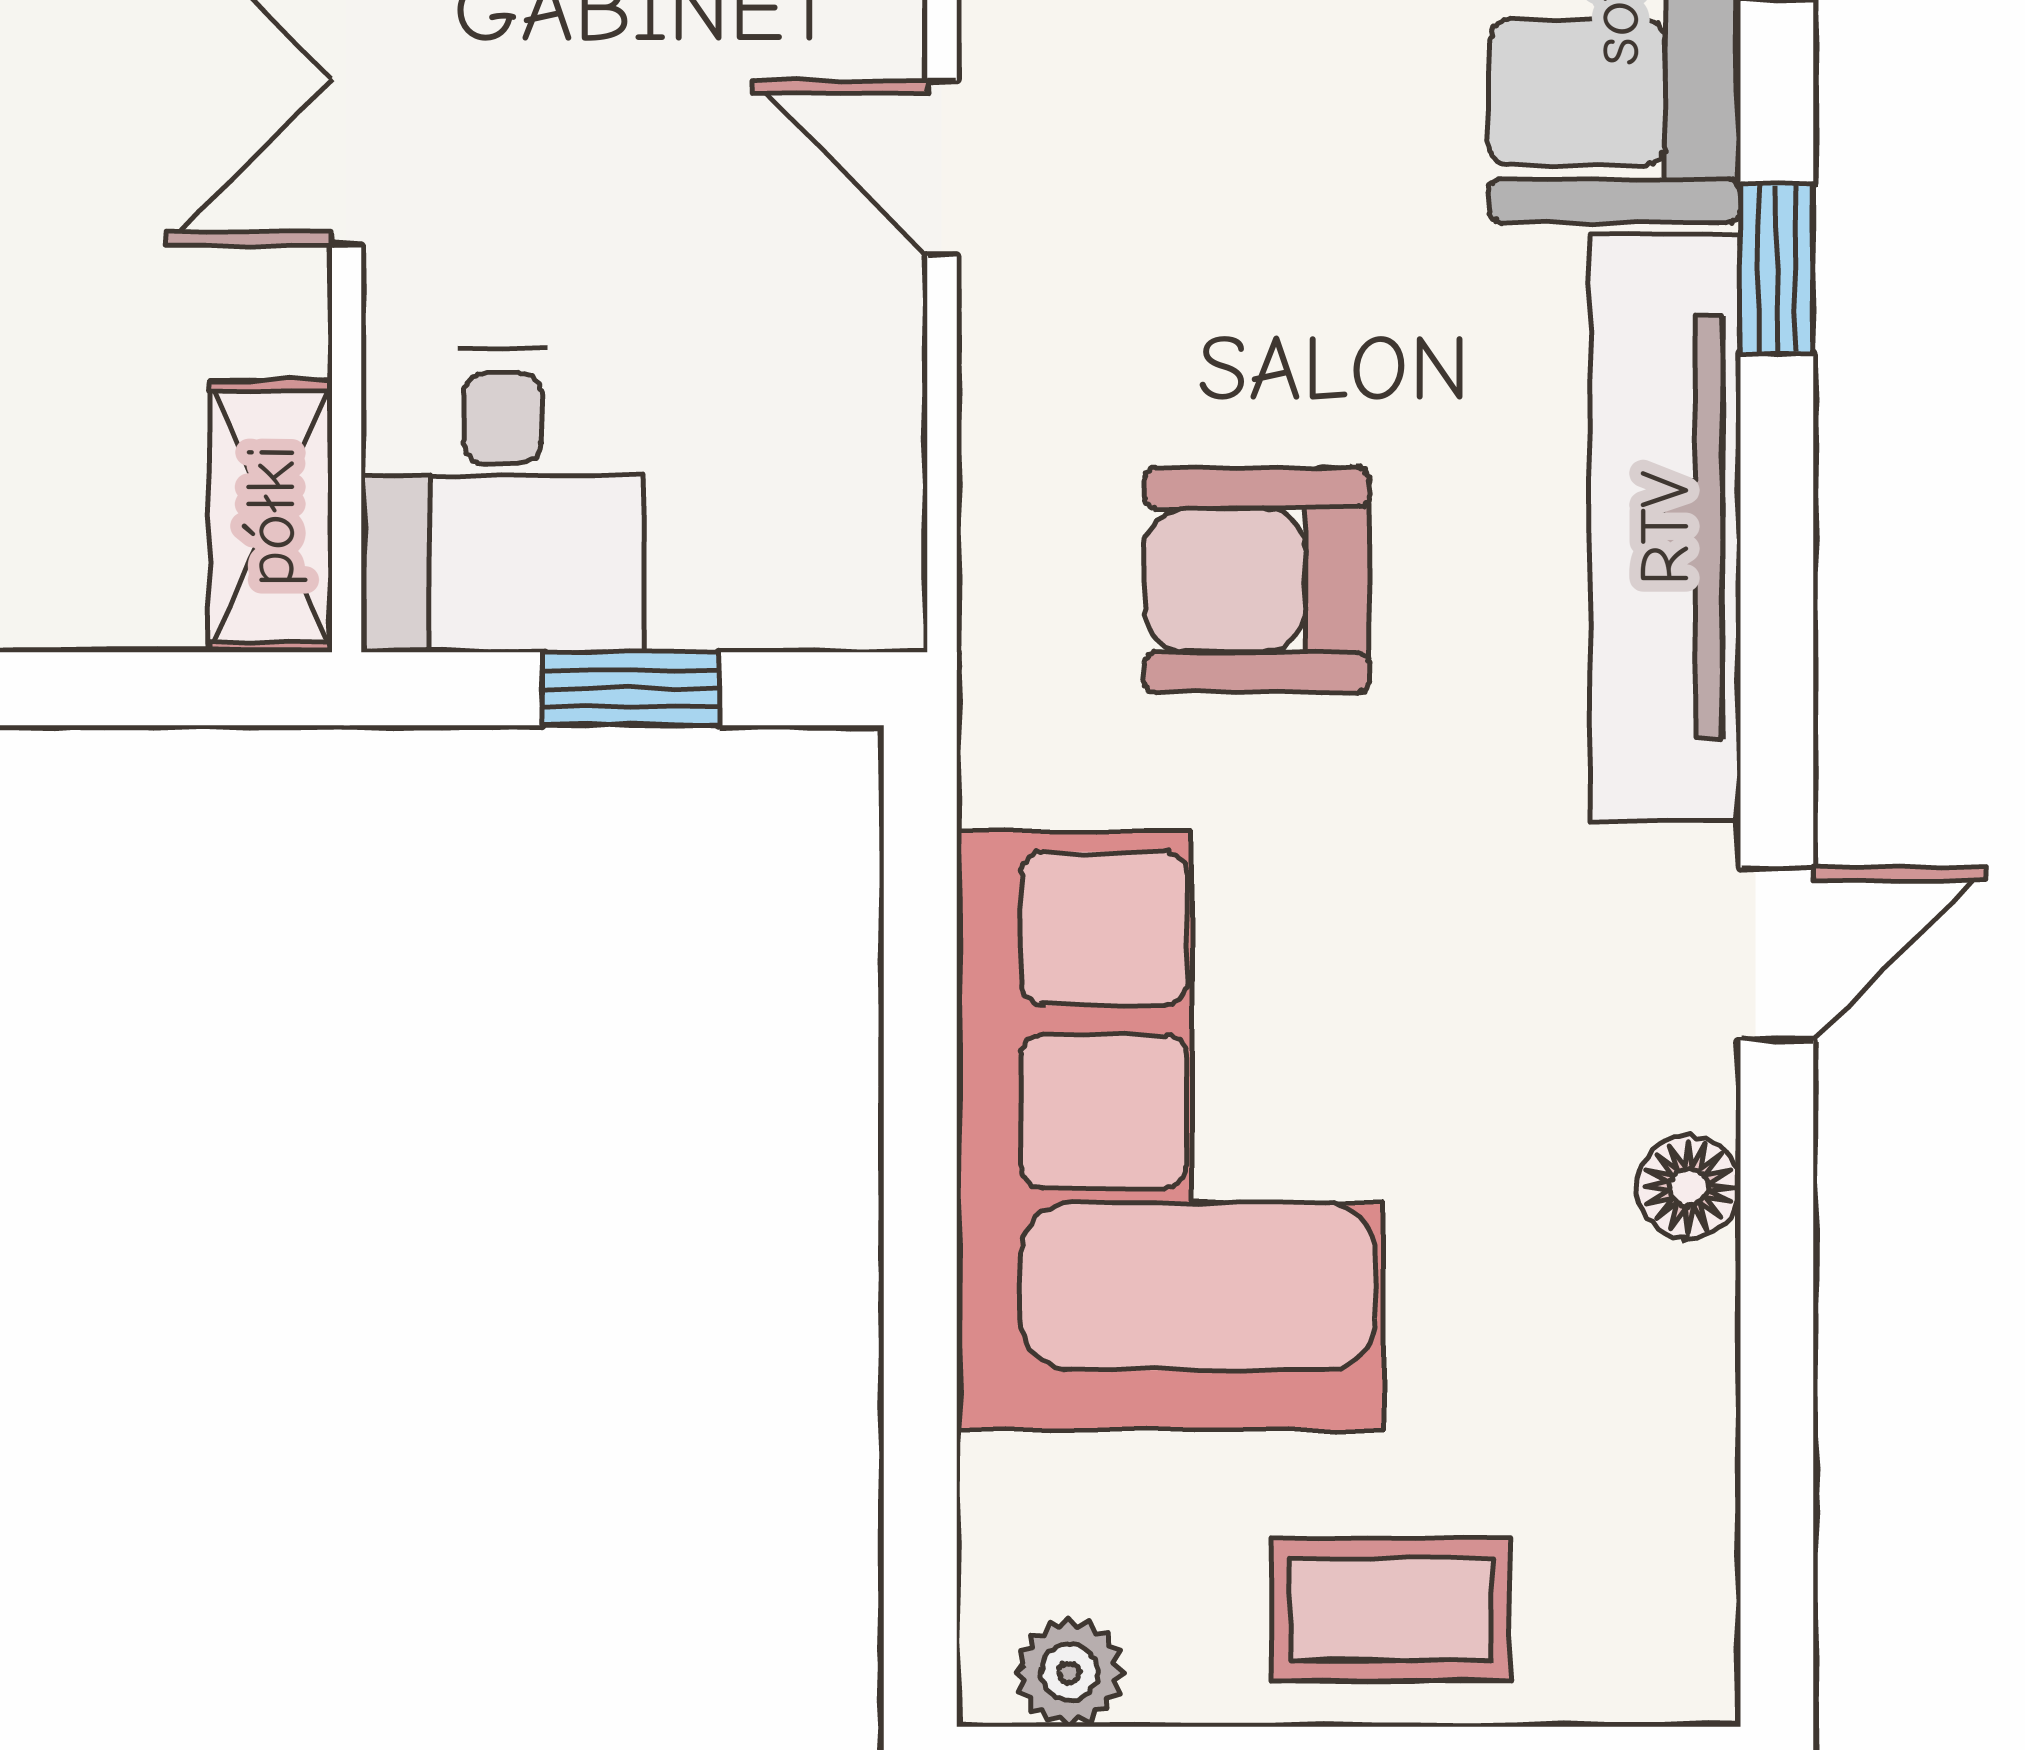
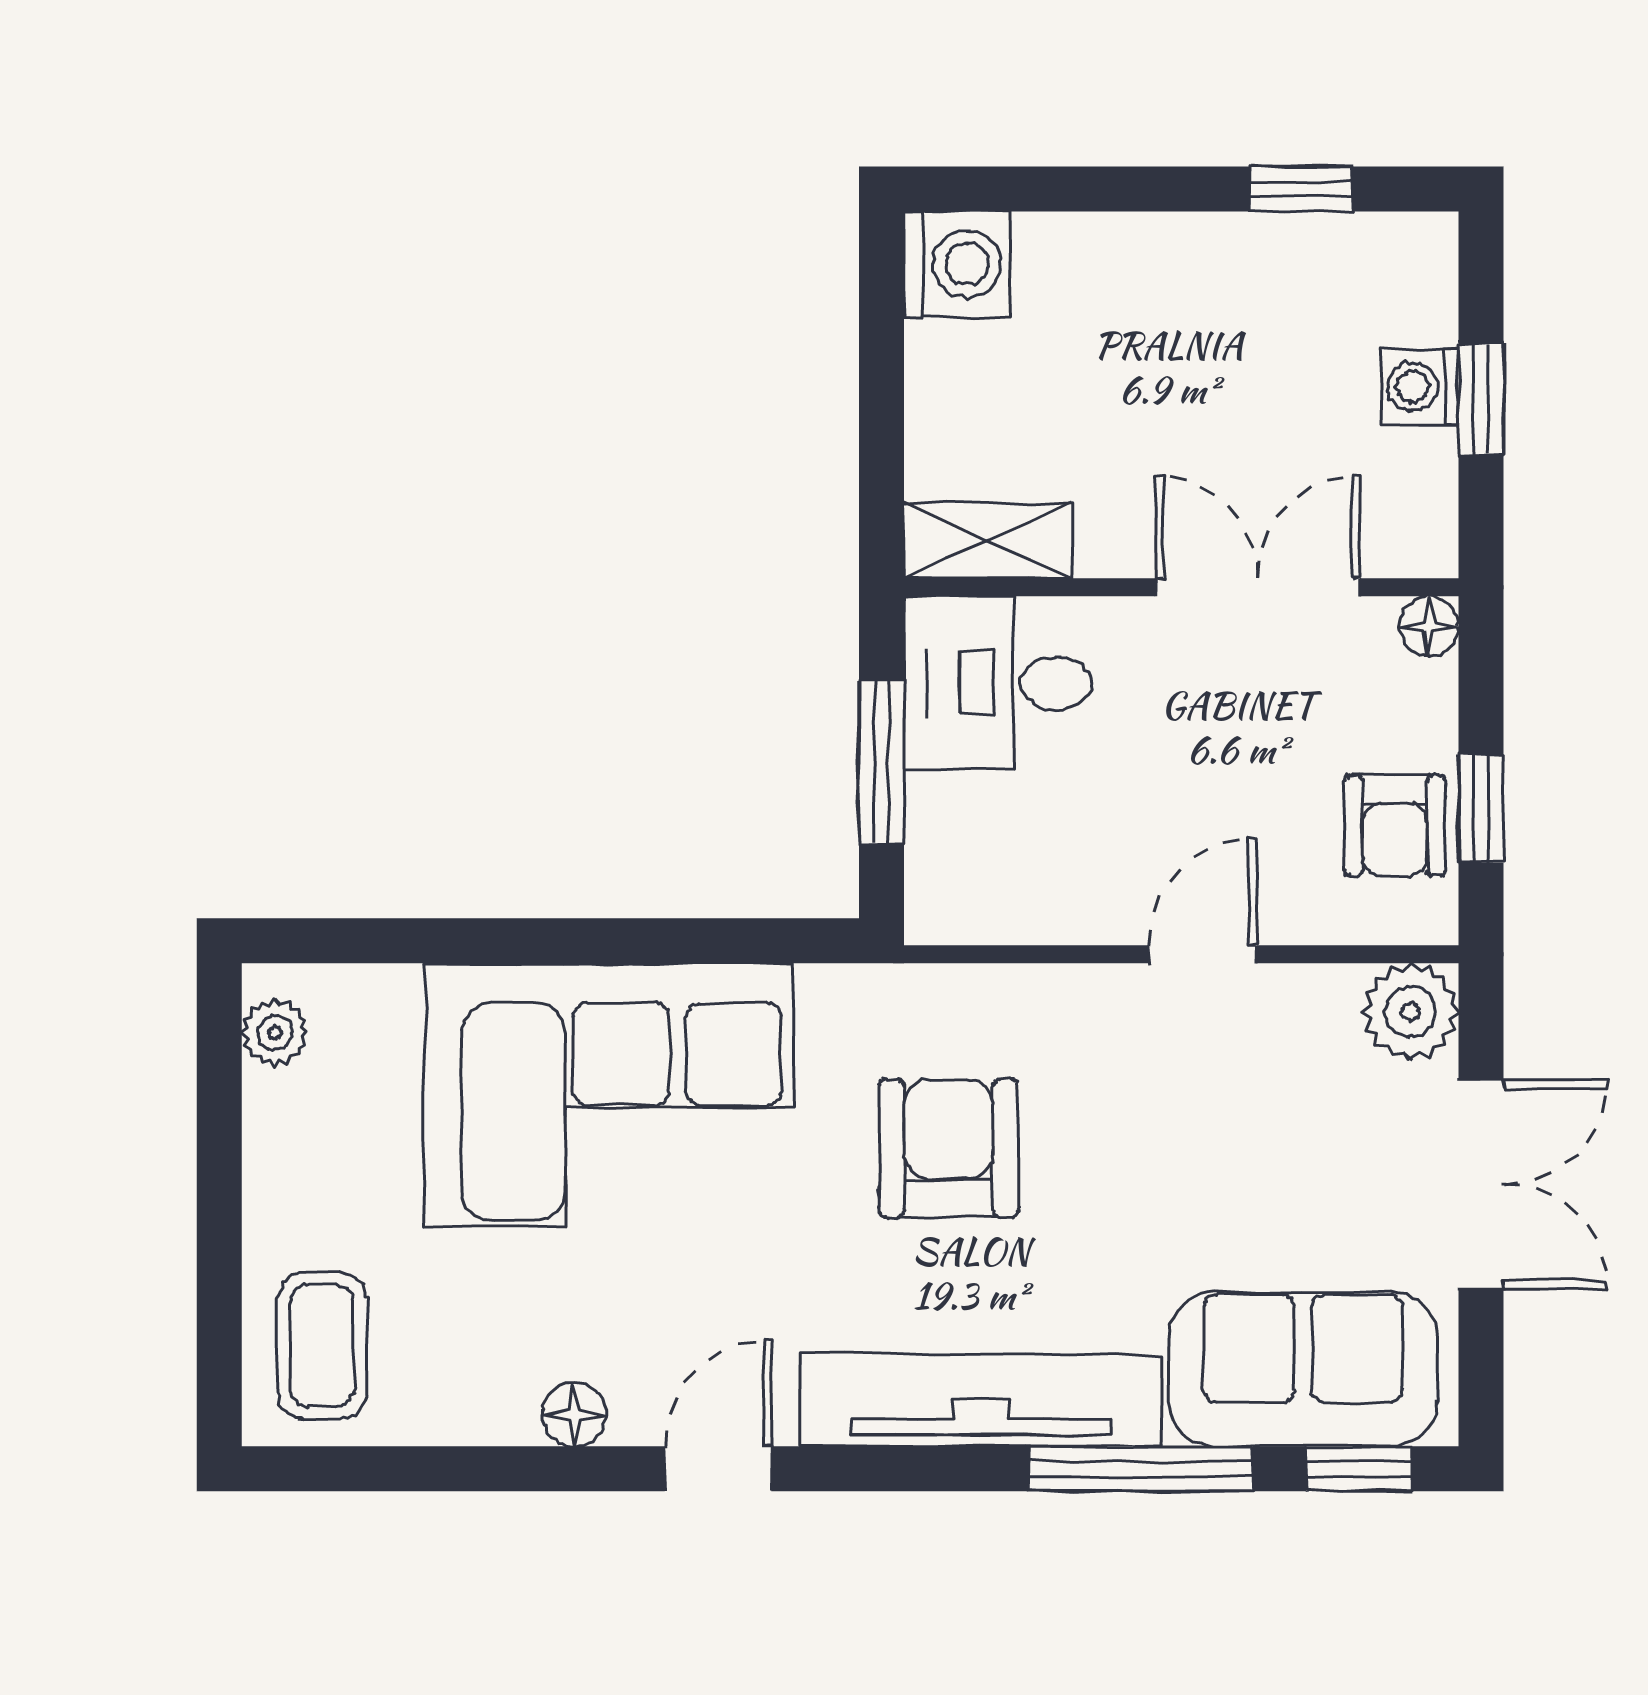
window: (1777, 269) -> (1140, 1469), width x2.17
window: (631, 689) -> (881, 762), width x1.50
door: (1777, 954) -> (718, 1469), swing flipped
coffee table: (1391, 1609) -> (322, 1346), moved

